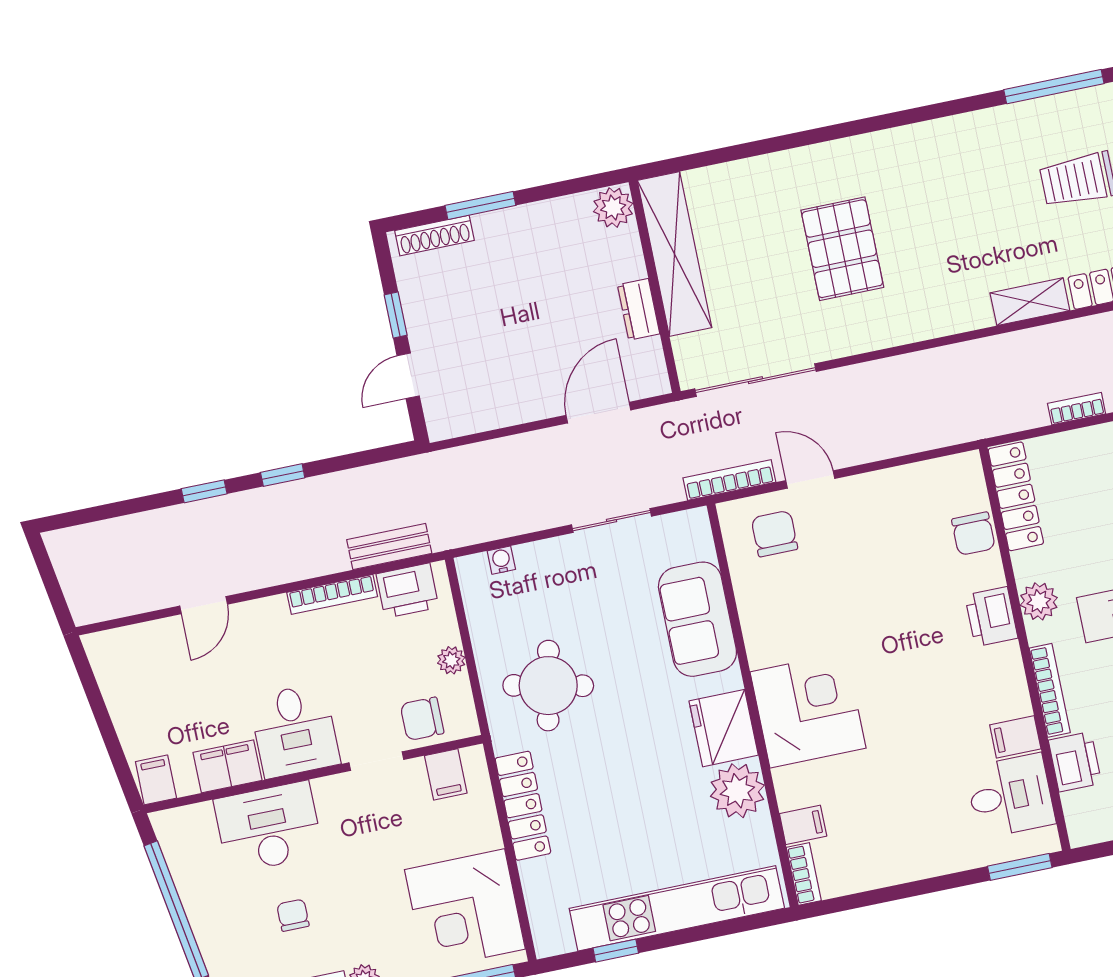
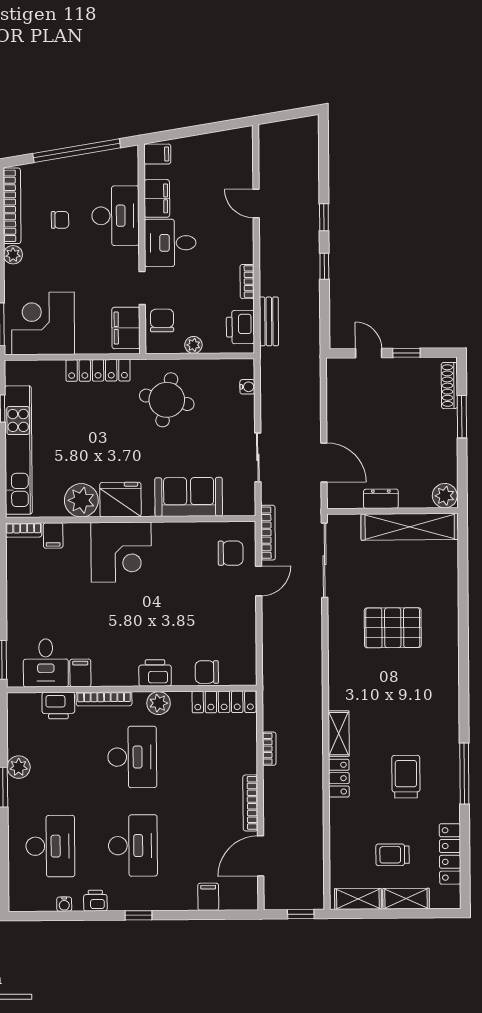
bookcase: (332, 594) -> (247, 282), width x0.64
filing cabinet: (446, 774) -> (126, 328), width x2.00

